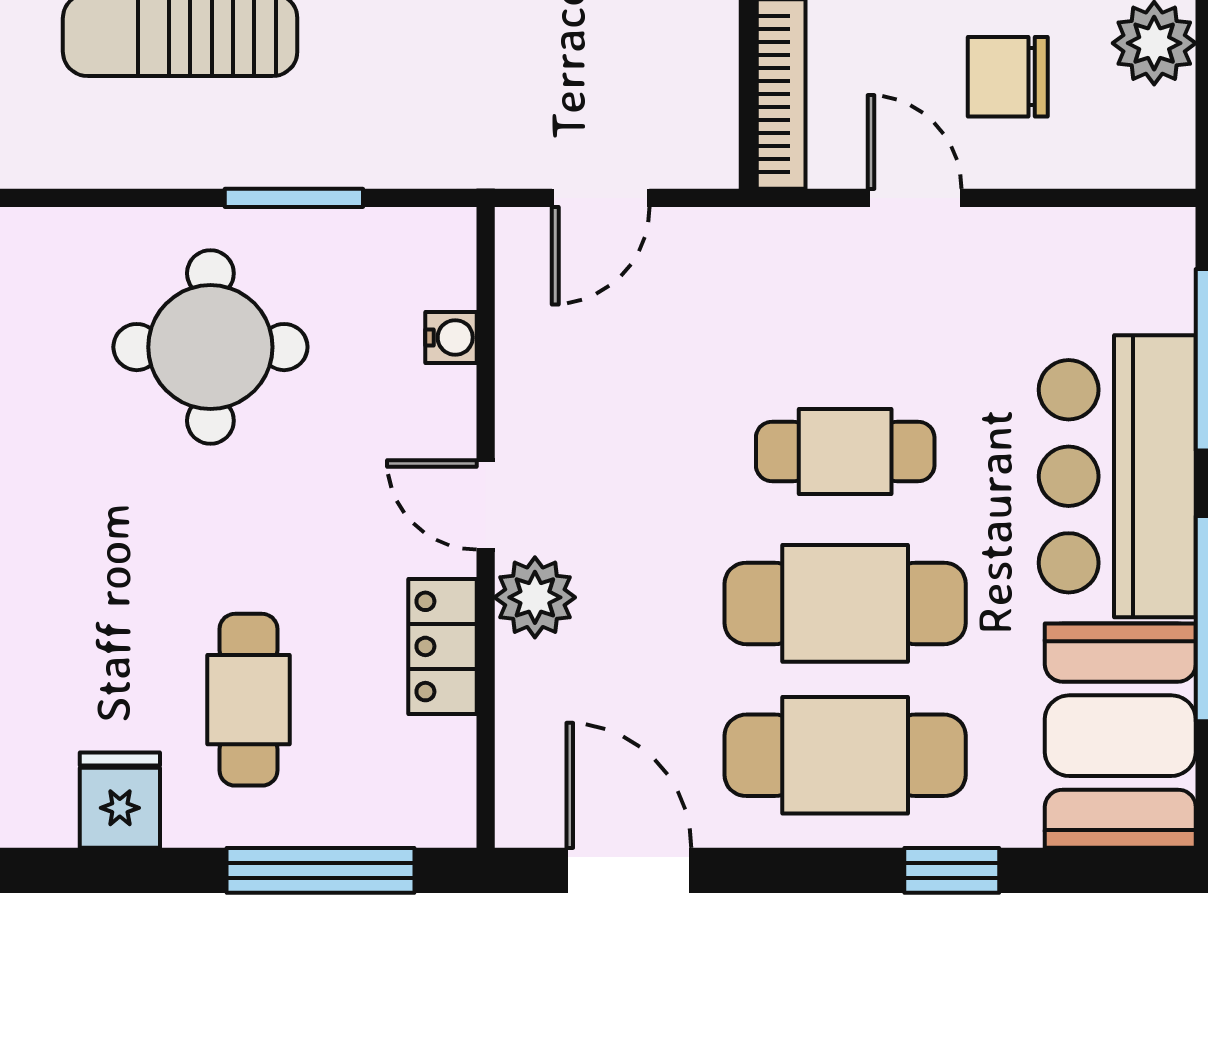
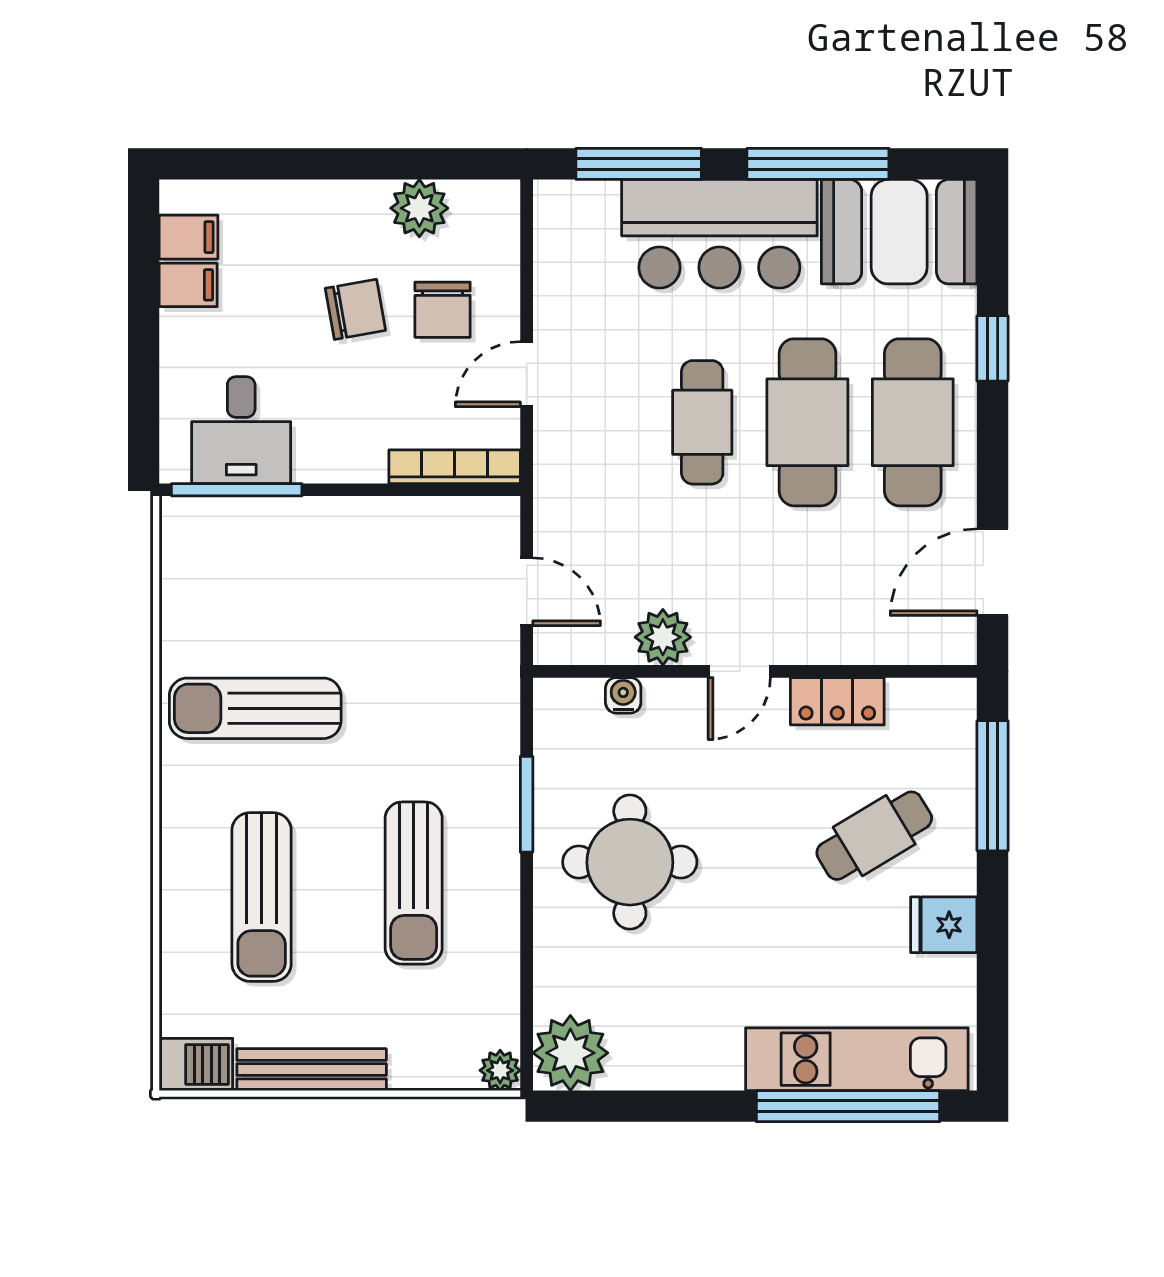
plant: (535, 597) -> (663, 637), moved
cafe table: (249, 700) -> (874, 836), turned -31

